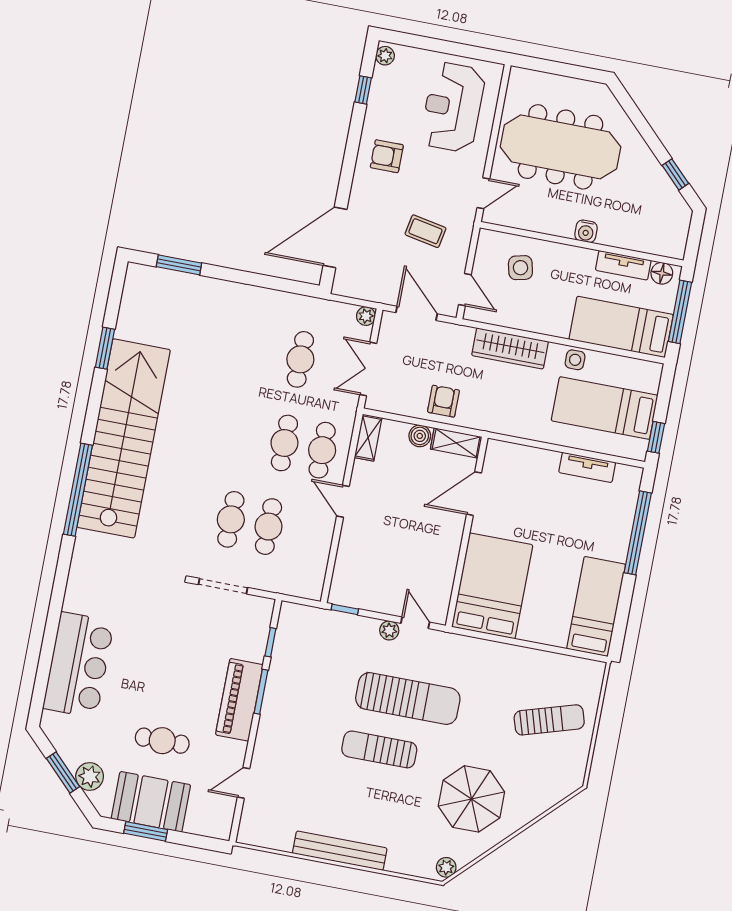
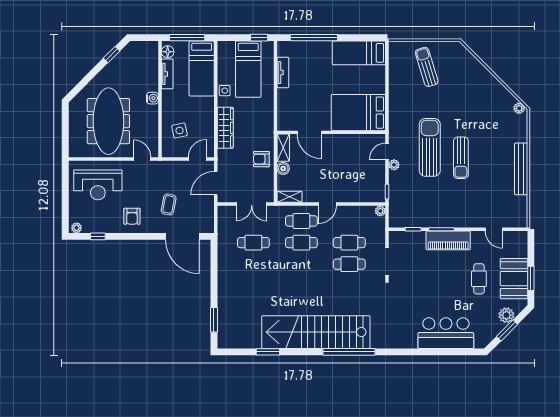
coffee table: (425, 231) -> (169, 204), moved
plant: (366, 316) -> (380, 211), moved
parasol: (471, 799) -> (479, 102), removed

